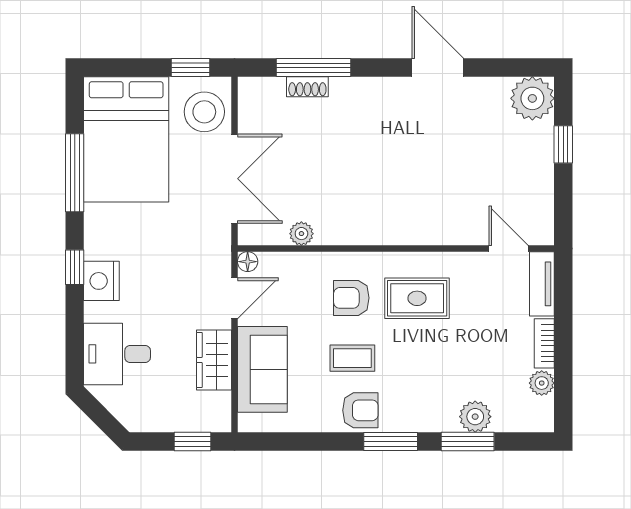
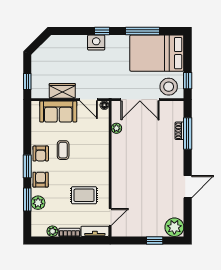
armchair: (351, 298) -> (41, 180), moved
rug: (417, 298) -> (84, 195), moved, turned 90
desk: (117, 354) -> (65, 49), removed

